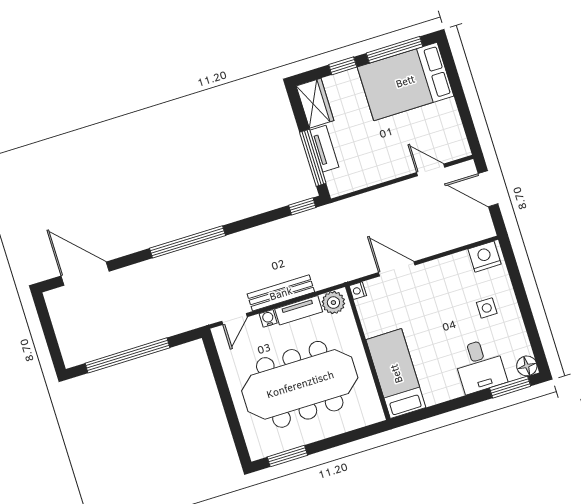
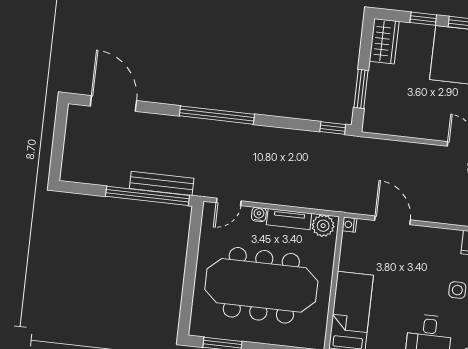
tv unit: (324, 149) -> (375, 85), removed
window: (313, 158) -> (361, 89), width x0.69
bench: (281, 293) -> (162, 183), moved
window: (127, 355) -> (148, 196), moved

